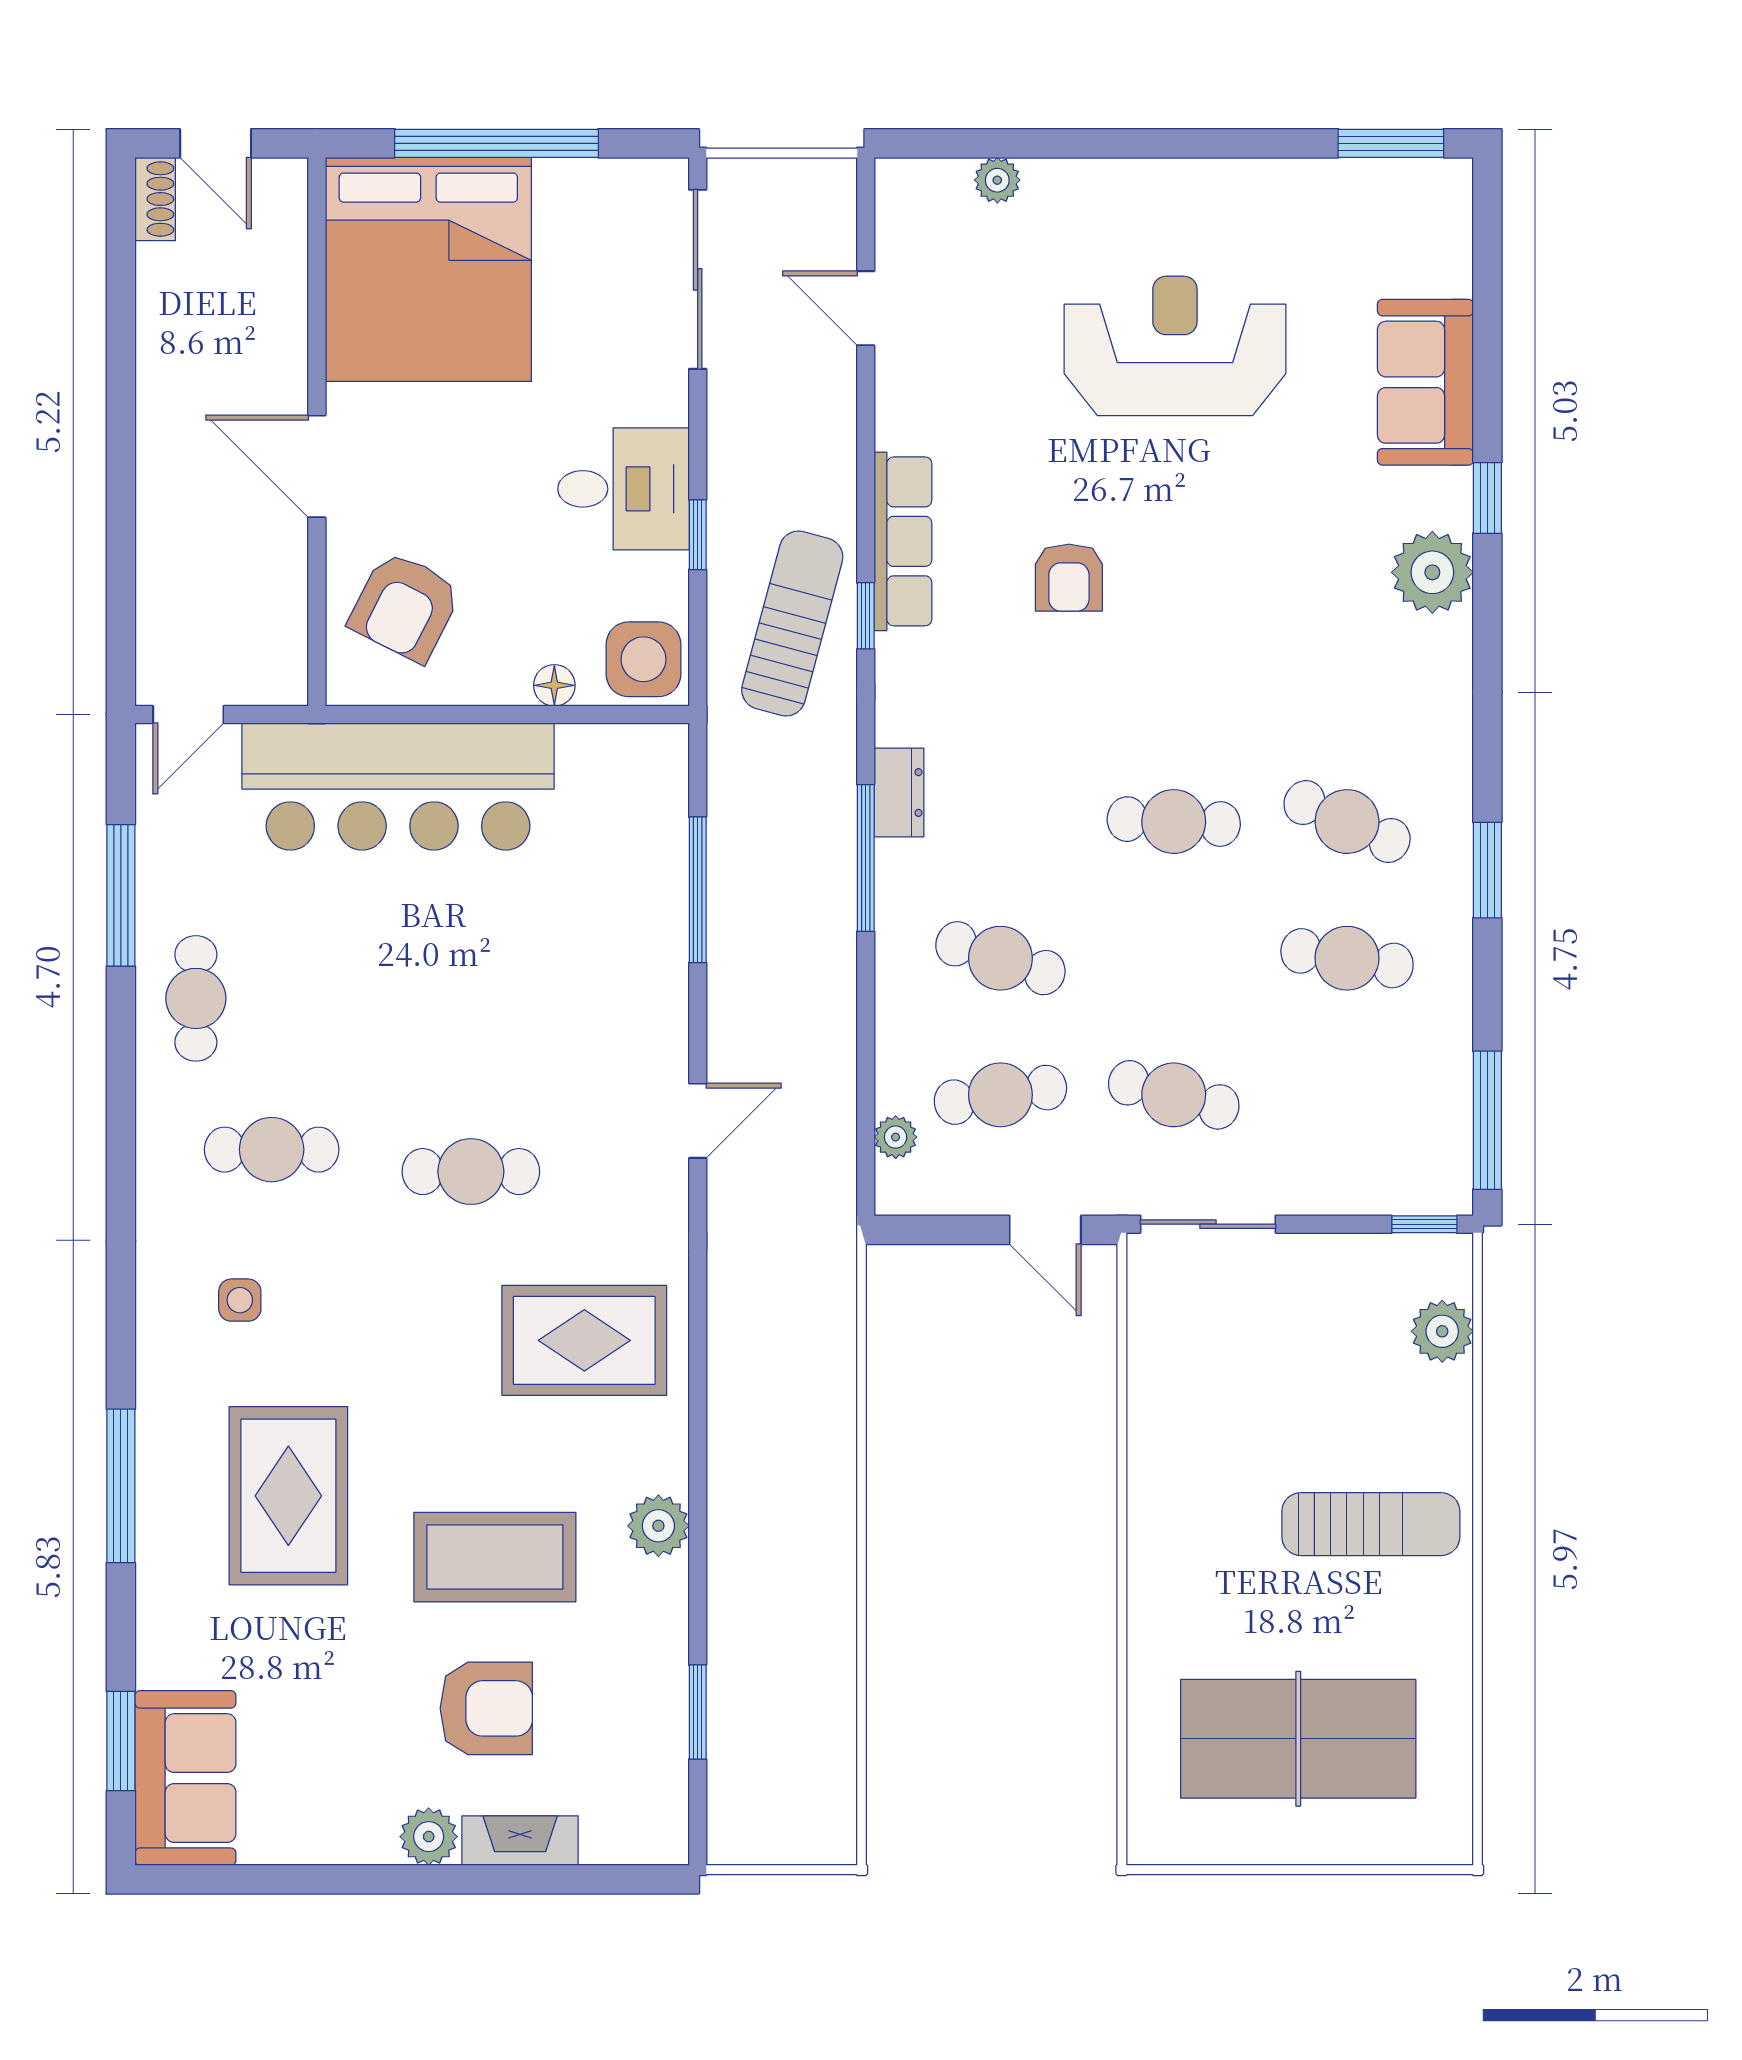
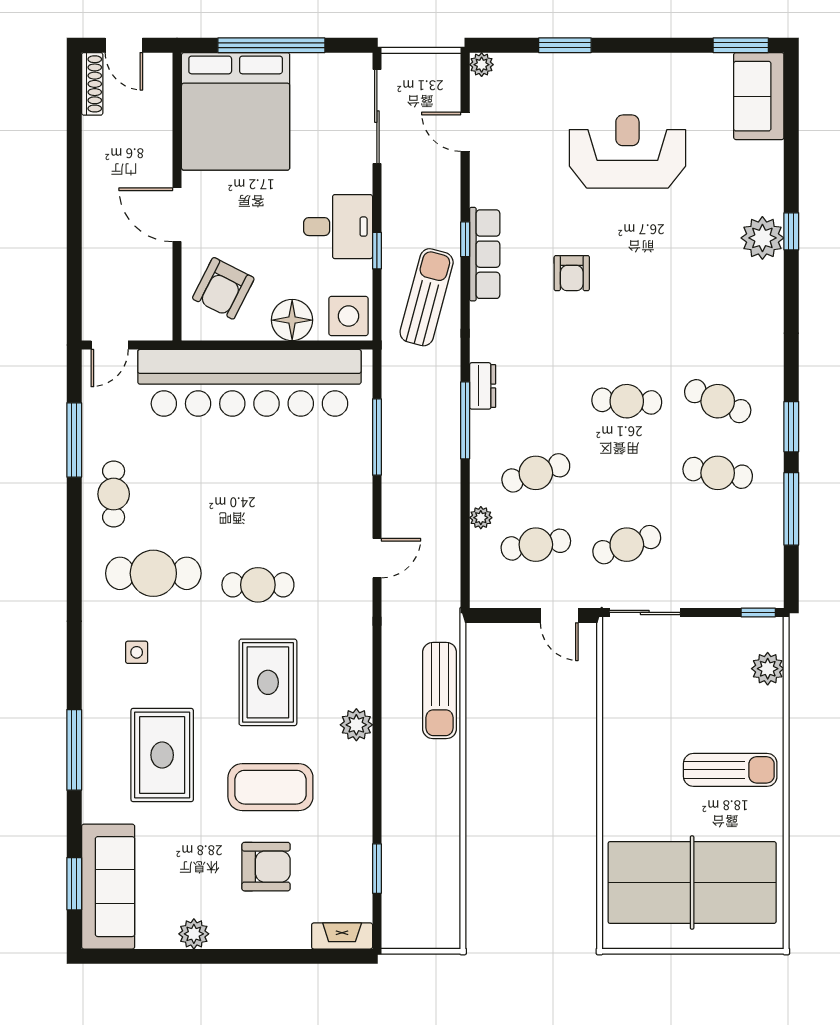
window: (1056, 143) -> (565, 45), added
plant: (997, 180) -> (482, 65), moved
shoe rack: (155, 199) -> (92, 84), width x1.43
sofa: (1425, 382) -> (759, 96), moved
plant: (1432, 572) -> (762, 238), moved
window: (866, 616) -> (465, 239), moved
floor lamp: (554, 685) -> (292, 320), width x1.89, depth x1.89
bar counter: (398, 787) -> (249, 383), width x1.36
cafe table: (1000, 958) -> (536, 473), turned -36
cafe table: (1174, 1095) -> (627, 545), turned -33
window: (1487, 1120) -> (791, 509), moved
plant: (896, 1137) -> (481, 518), moved
cafe table: (272, 1150) -> (153, 573), width x1.37, depth x1.35
rug: (584, 1340) -> (268, 682), moved, turned 90
sun lounger: (817, 1373) -> (440, 691), added
plant: (658, 1526) -> (356, 725), moved
table tennis table: (1298, 1739) -> (692, 883), width x1.36, depth x1.32
sofa: (185, 1778) -> (108, 887), width x1.36
plant: (429, 1837) -> (194, 934), moved
fireplace: (520, 1841) -> (342, 936), moved

